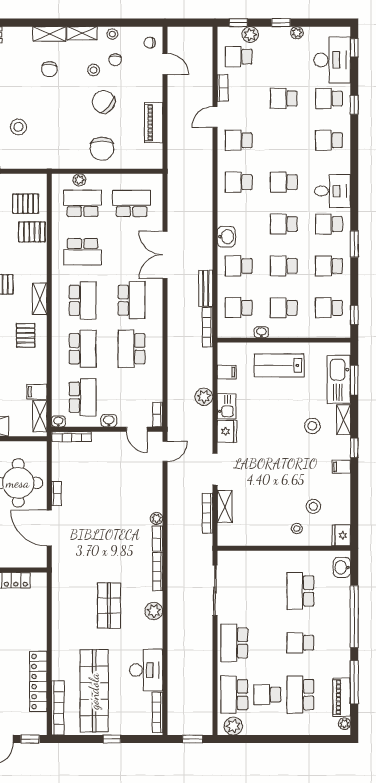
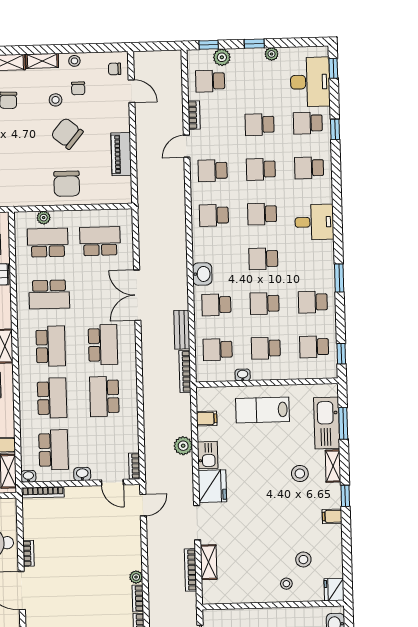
school desk: (329, 224) -> (261, 169), moved
fridge: (227, 431) -> (212, 486), width x1.36, depth x1.34

